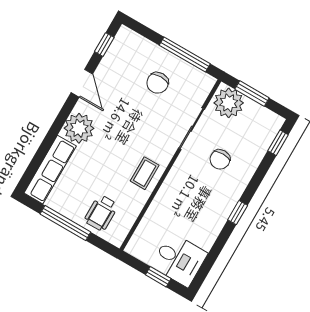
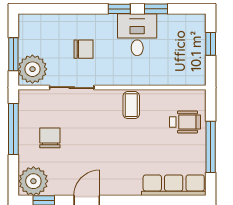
chair: (158, 83) -> (50, 138), turned -90
plant: (79, 128) -> (33, 181), moved
window: (278, 143) -> (156, 9), moved
coffee table: (145, 173) -> (131, 105), turned 90
desk: (179, 260) -> (137, 35), moved

